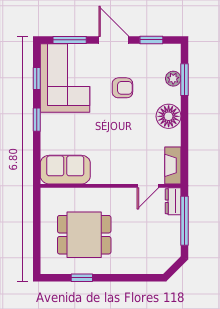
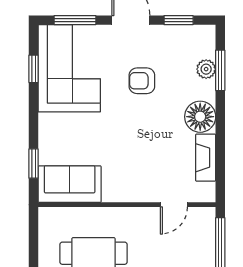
armchair: (122, 88) -> (142, 81), turned 180
window: (37, 120) -> (33, 164), moved
fireplace: (173, 165) -> (206, 158), moved
dresser: (173, 201) -> (206, 224), removed

